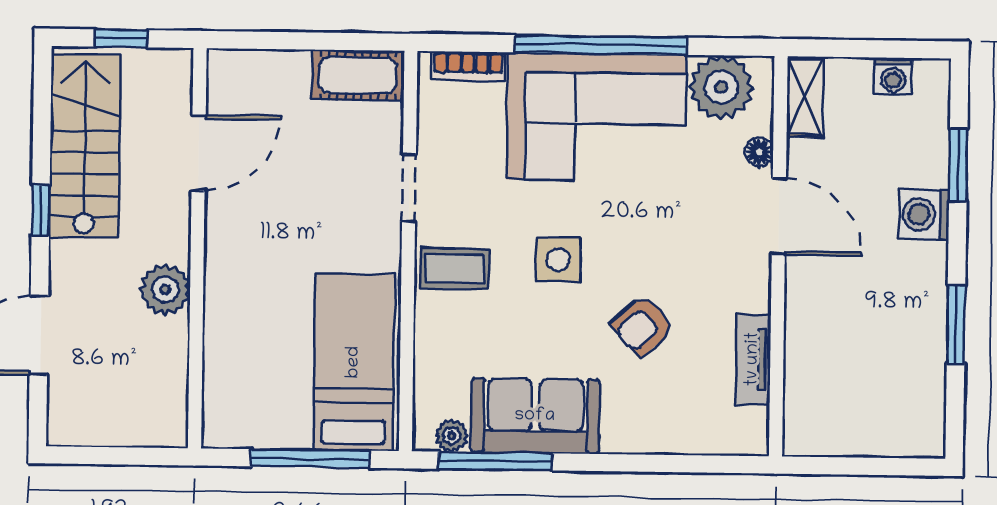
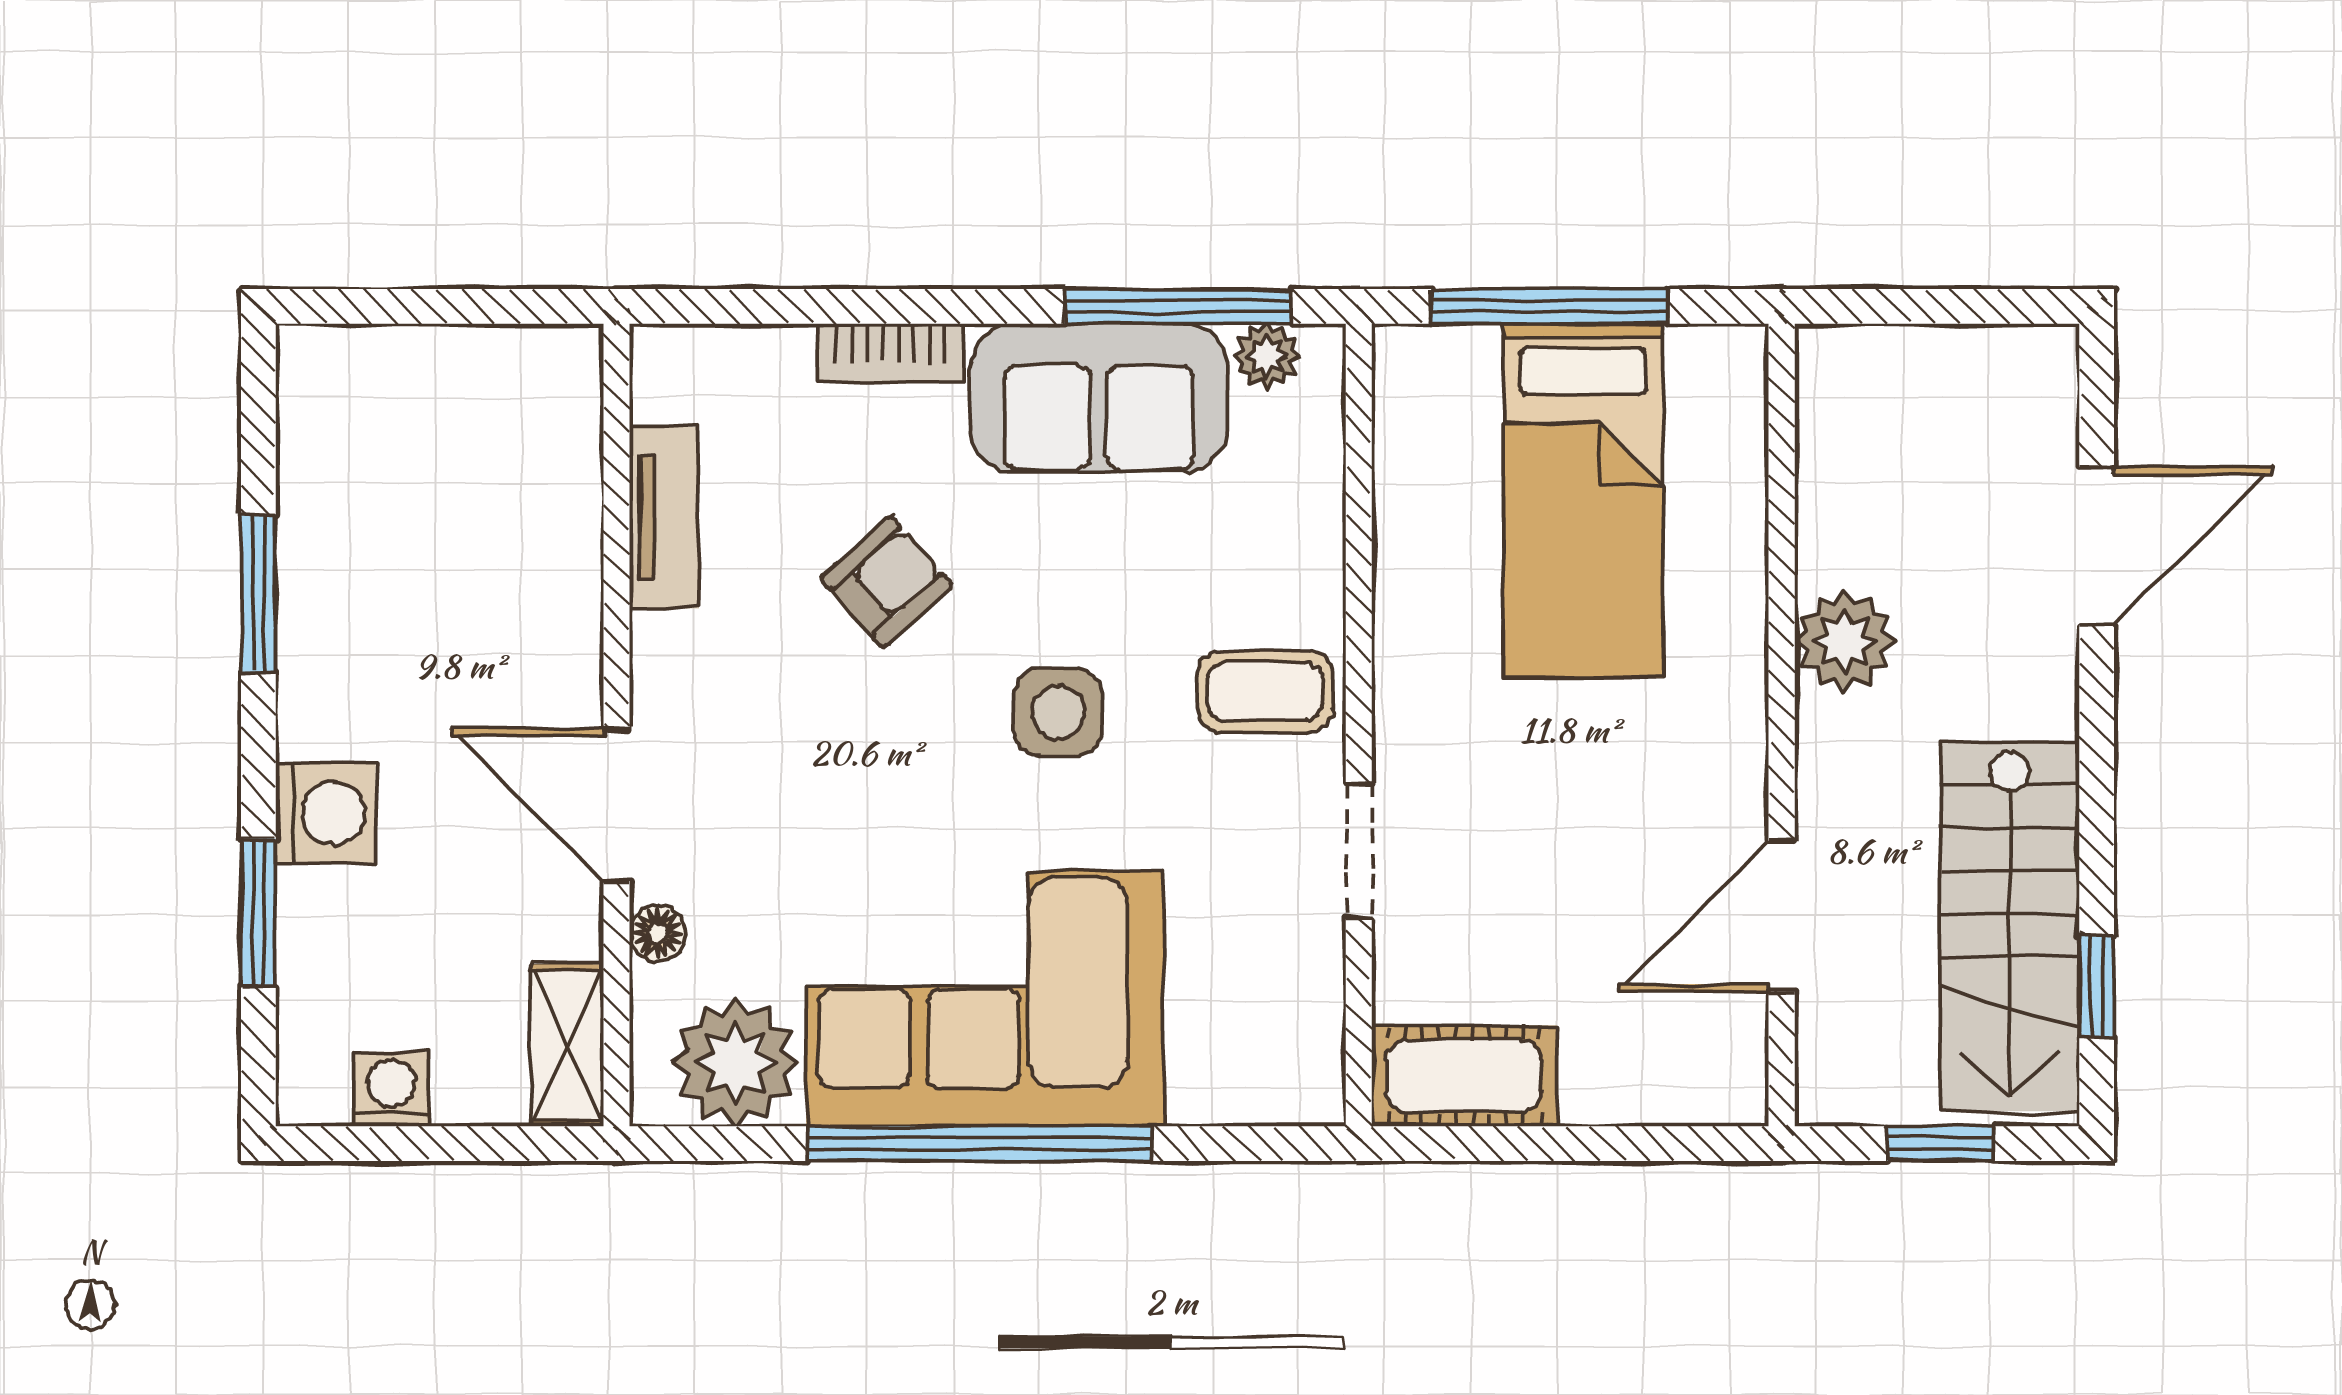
bookcase: (468, 66) -> (890, 353), moved, turned 180
window: (41, 210) -> (2097, 986), moved
bed: (354, 362) -> (1583, 500), moved

